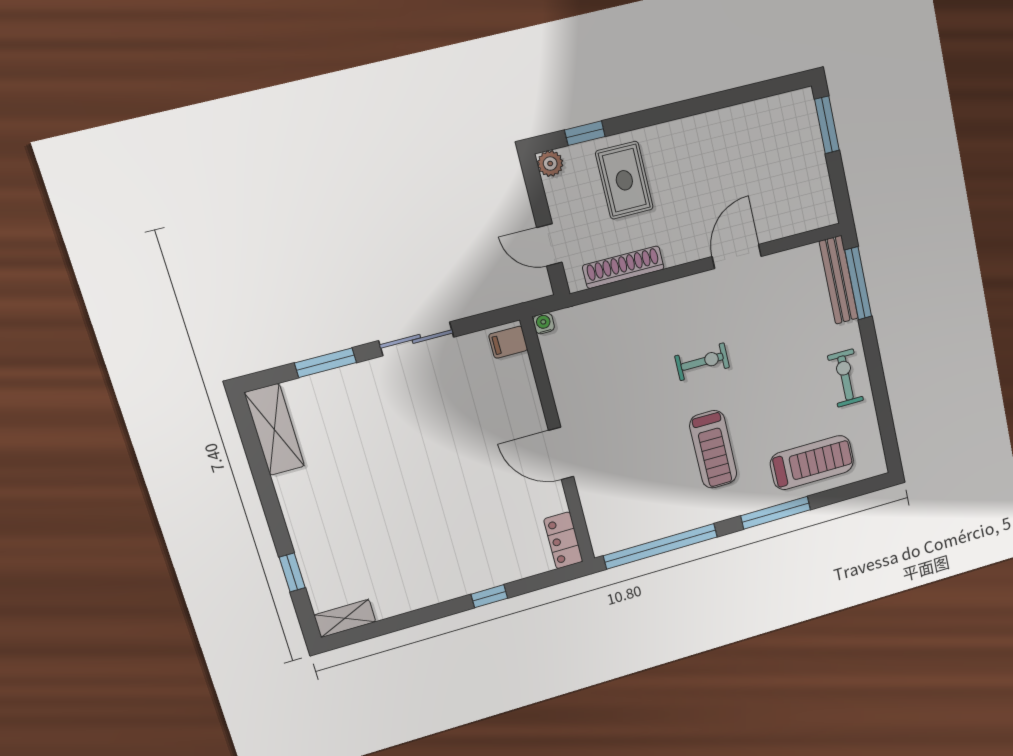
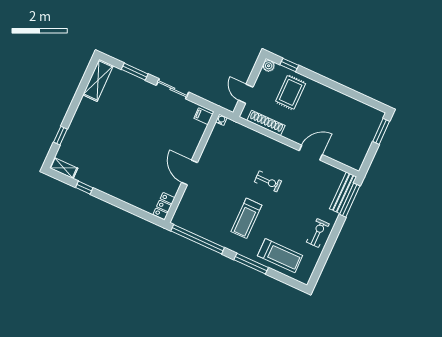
window: (489, 596) -> (84, 188), moved

